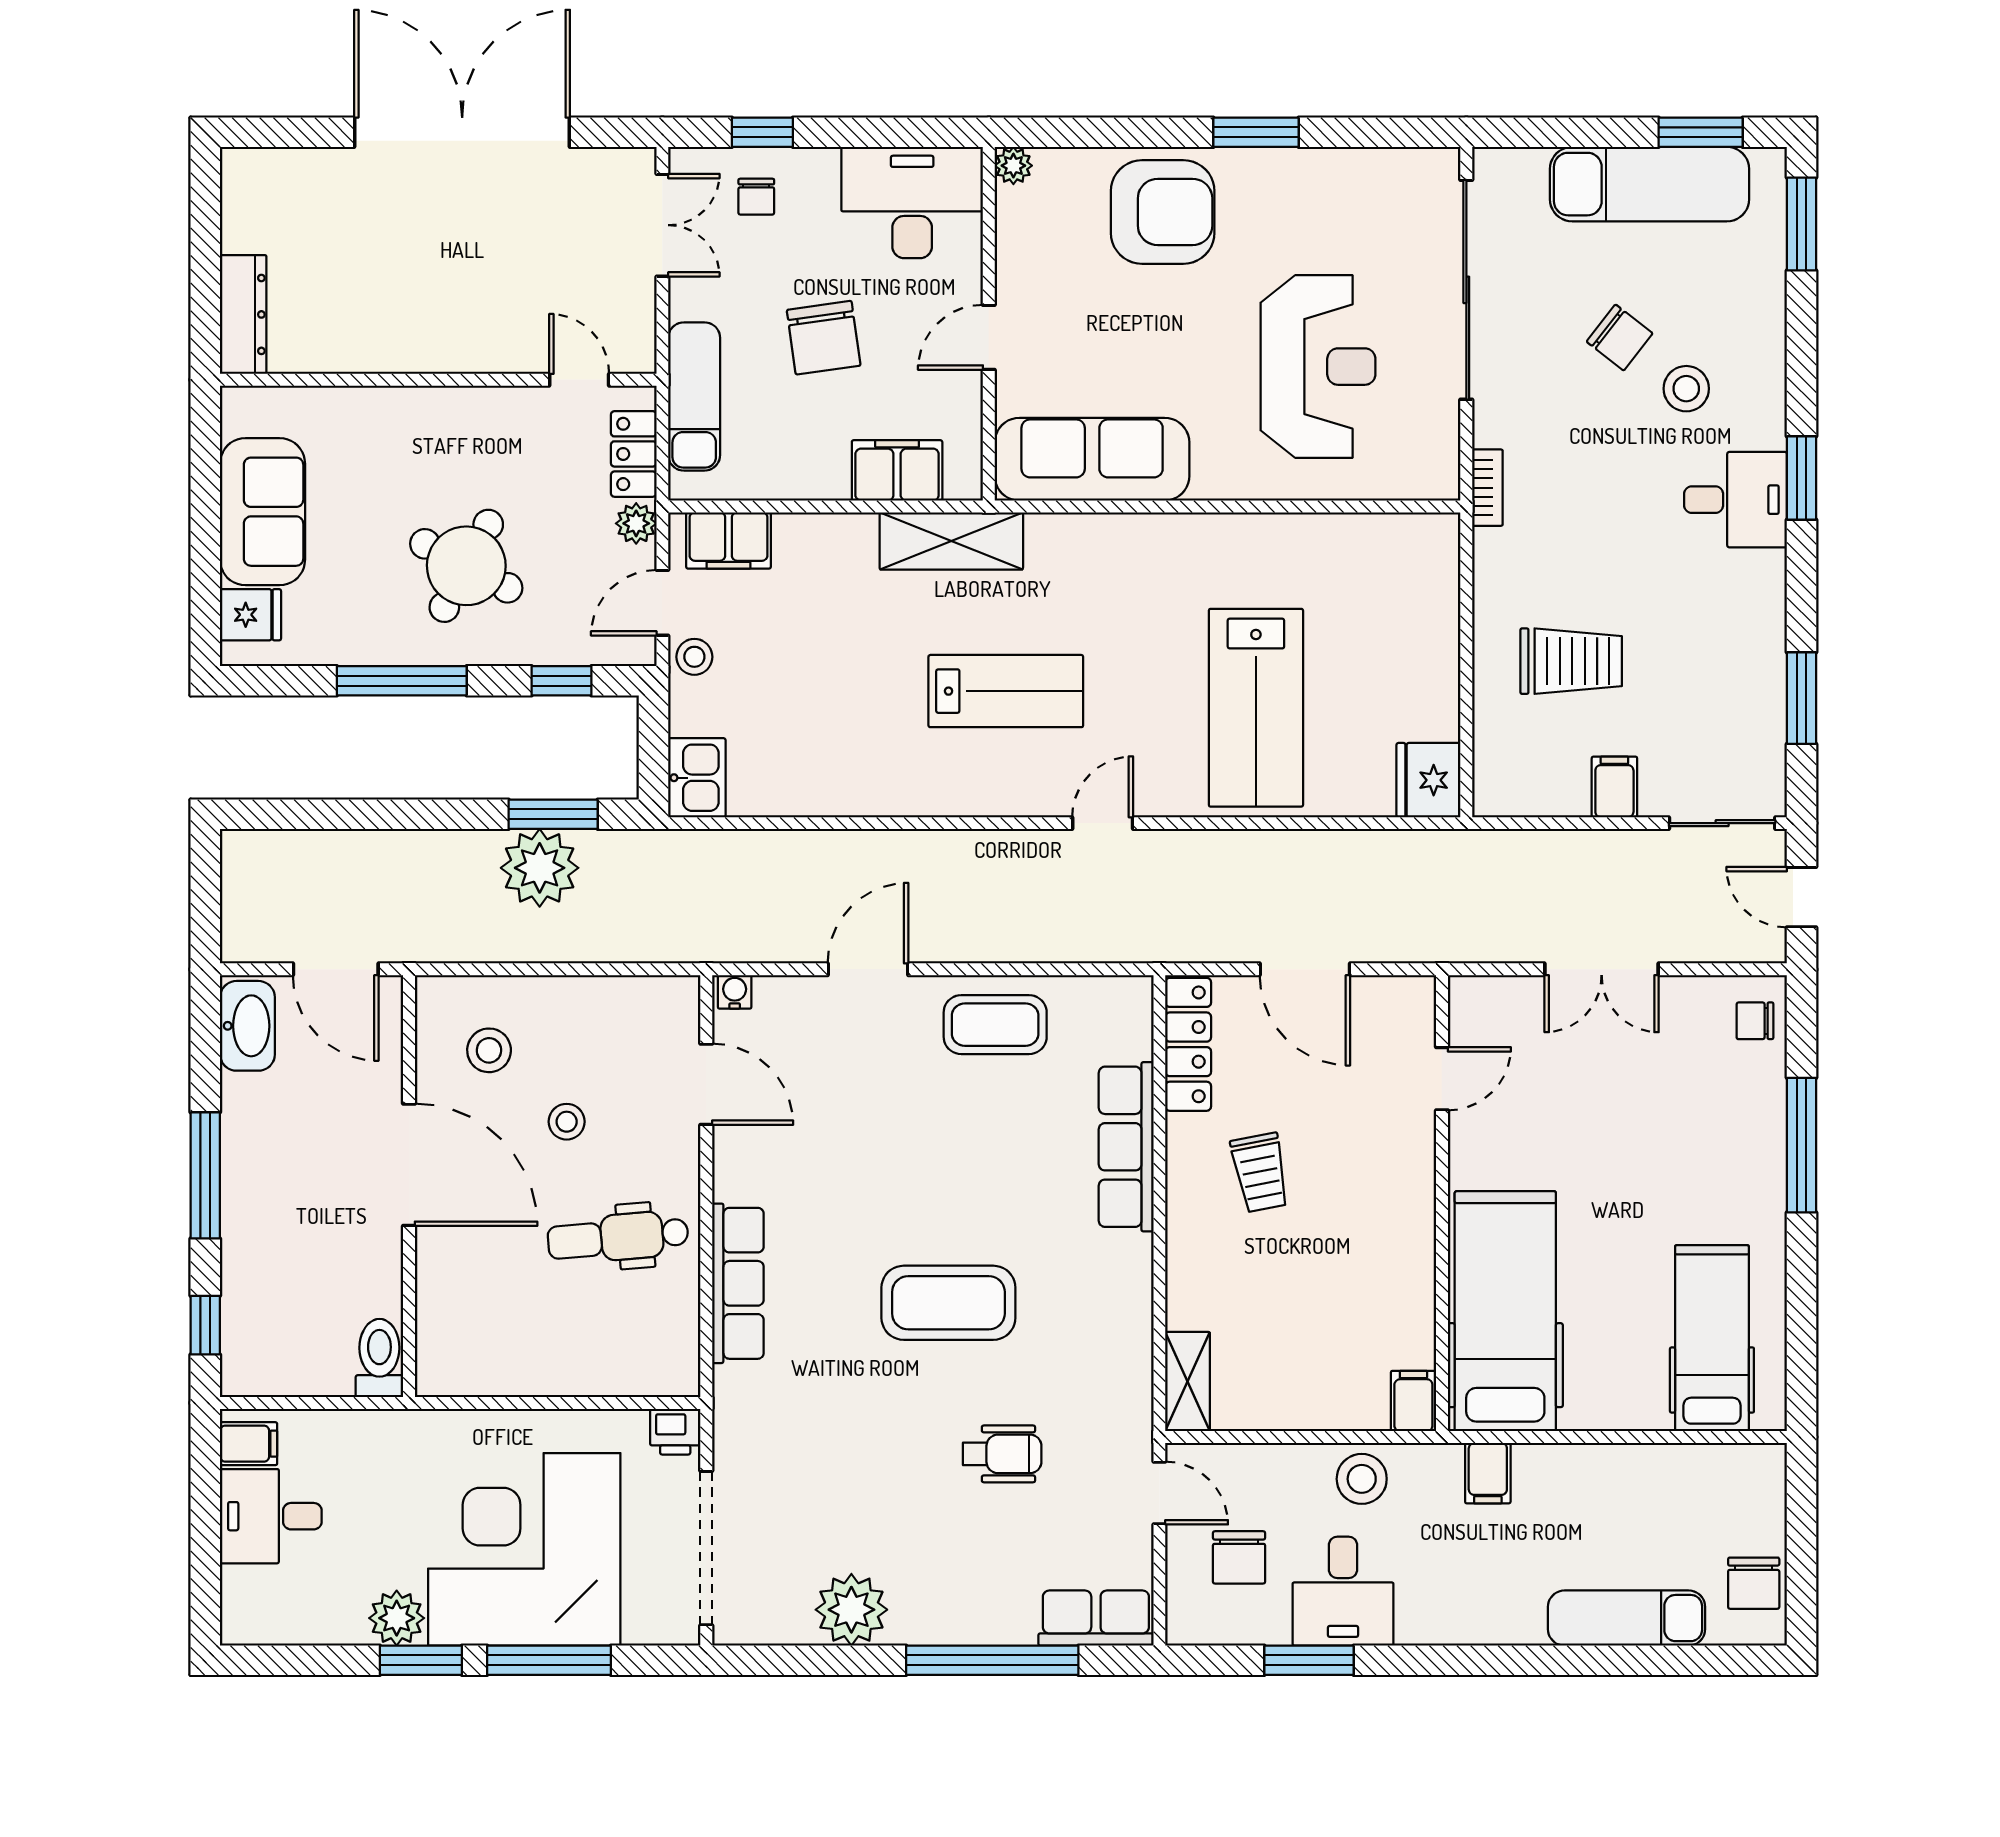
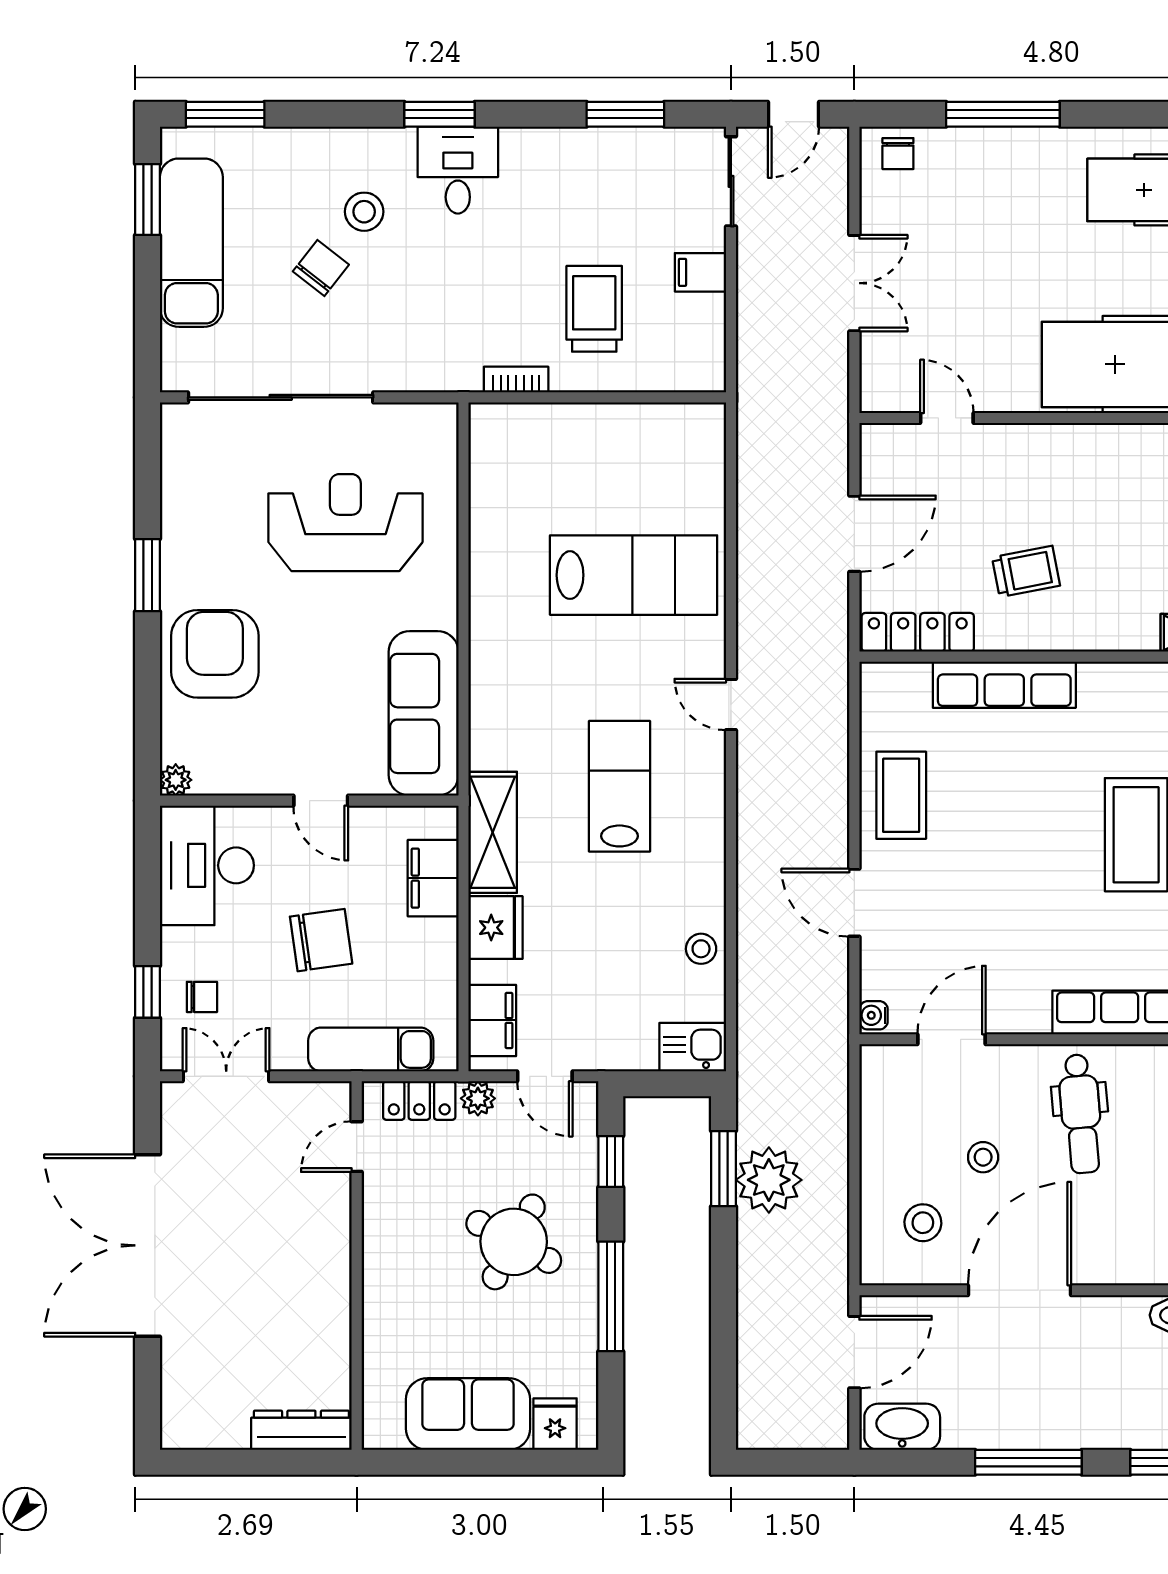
bookcase: (1487, 488) -> (516, 380), moved
stool: (694, 657) -> (701, 949), moved
fridge: (1428, 780) -> (496, 928), moved, turned -90

